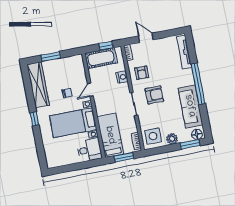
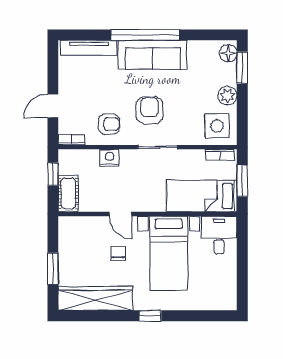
cot: (101, 58) -> (68, 193), width x0.73, depth x0.75
sofa: (190, 106) -> (153, 55), moved

